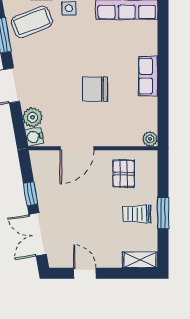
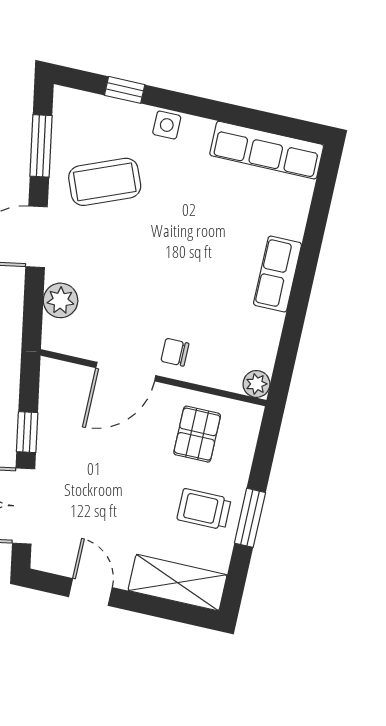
coffee table: (32, 22) -> (105, 182), moved
chair: (95, 89) -> (175, 352), moved, width x0.54, depth x0.54
water cooler: (34, 137) -> (56, 335), removed
shelving: (140, 260) -> (178, 583), width x1.50, depth x1.33

